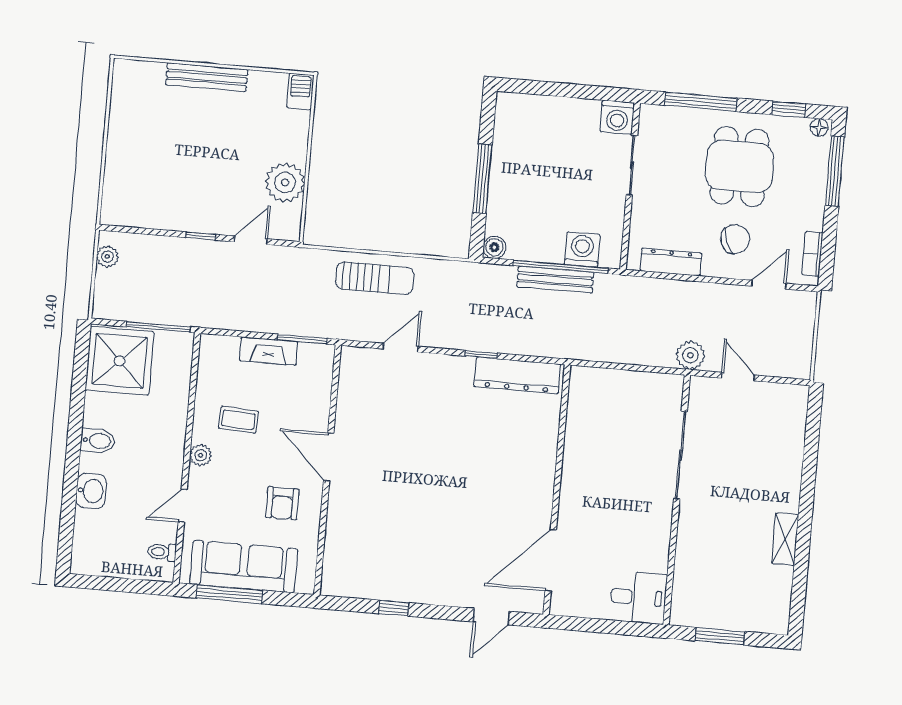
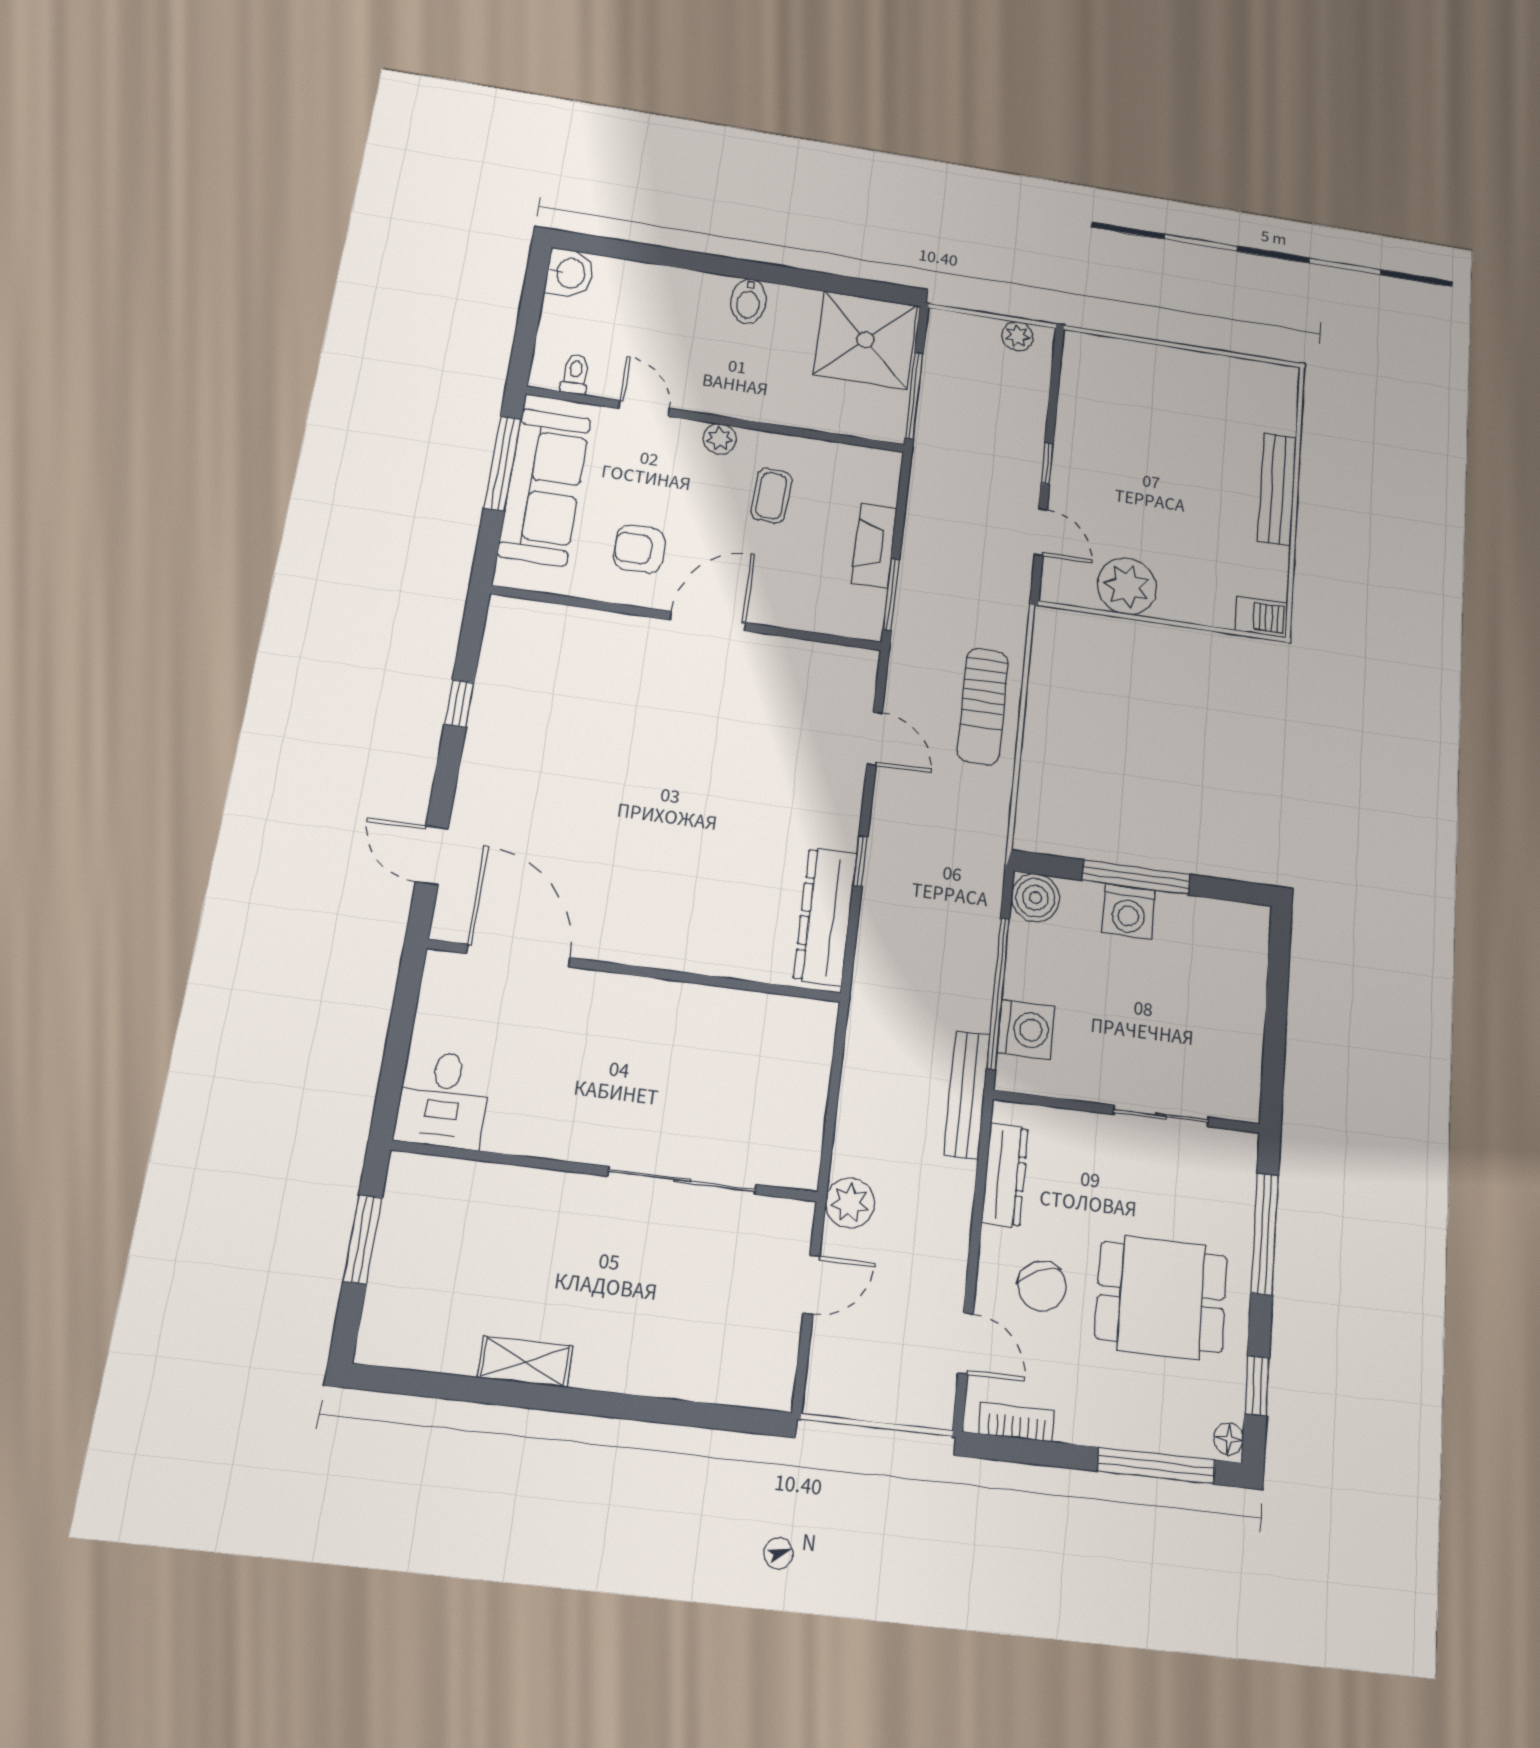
washing machine: (617, 117) -> (1128, 911), moved, turned -90
boiler: (494, 247) -> (1035, 898), width x1.36, depth x1.36
bench: (555, 280) -> (967, 1095), moved
washbasin: (91, 491) -> (569, 273), moved, turned -90

